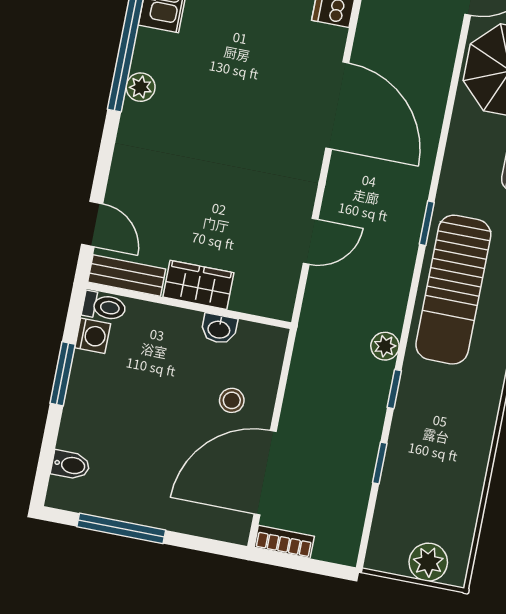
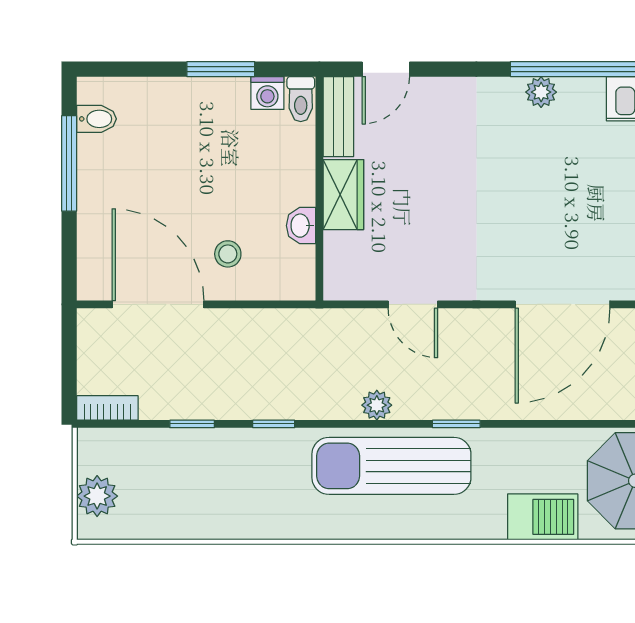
plant: (385, 346) -> (377, 405), moved
bidet: (71, 465) -> (96, 119), moved, turned -90
bookcase: (284, 542) -> (107, 408), moved, turned -90

